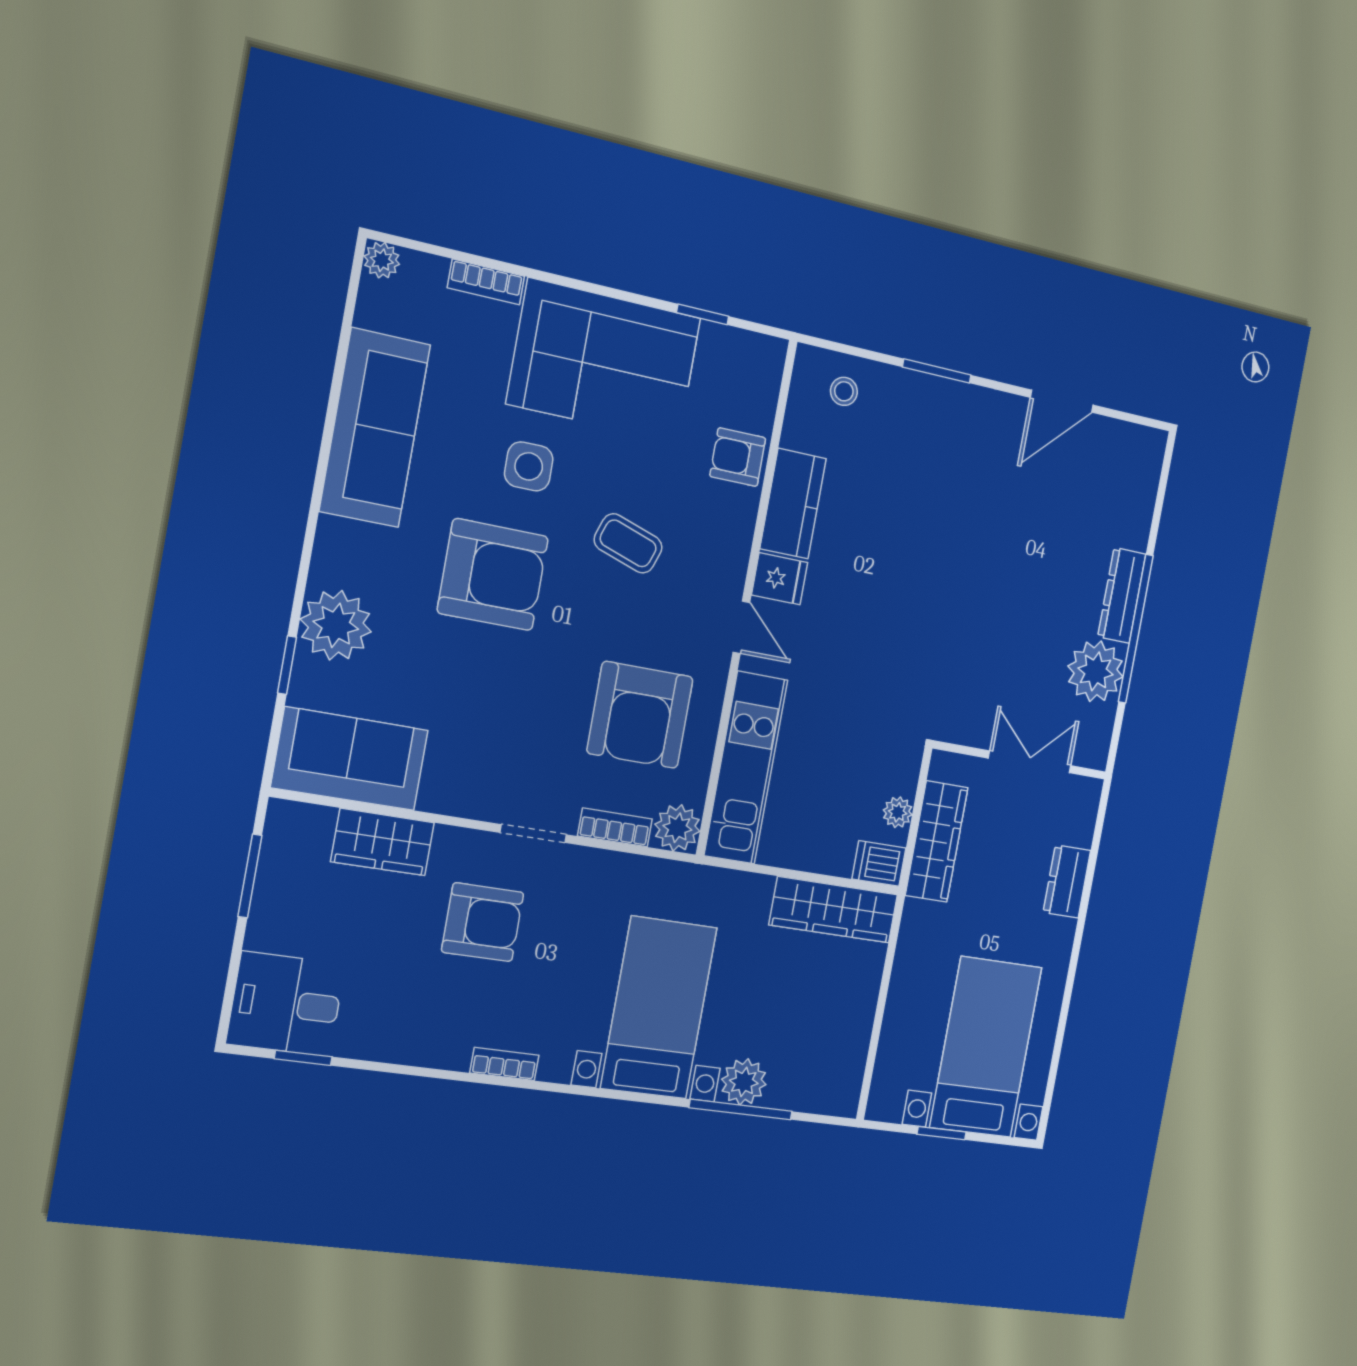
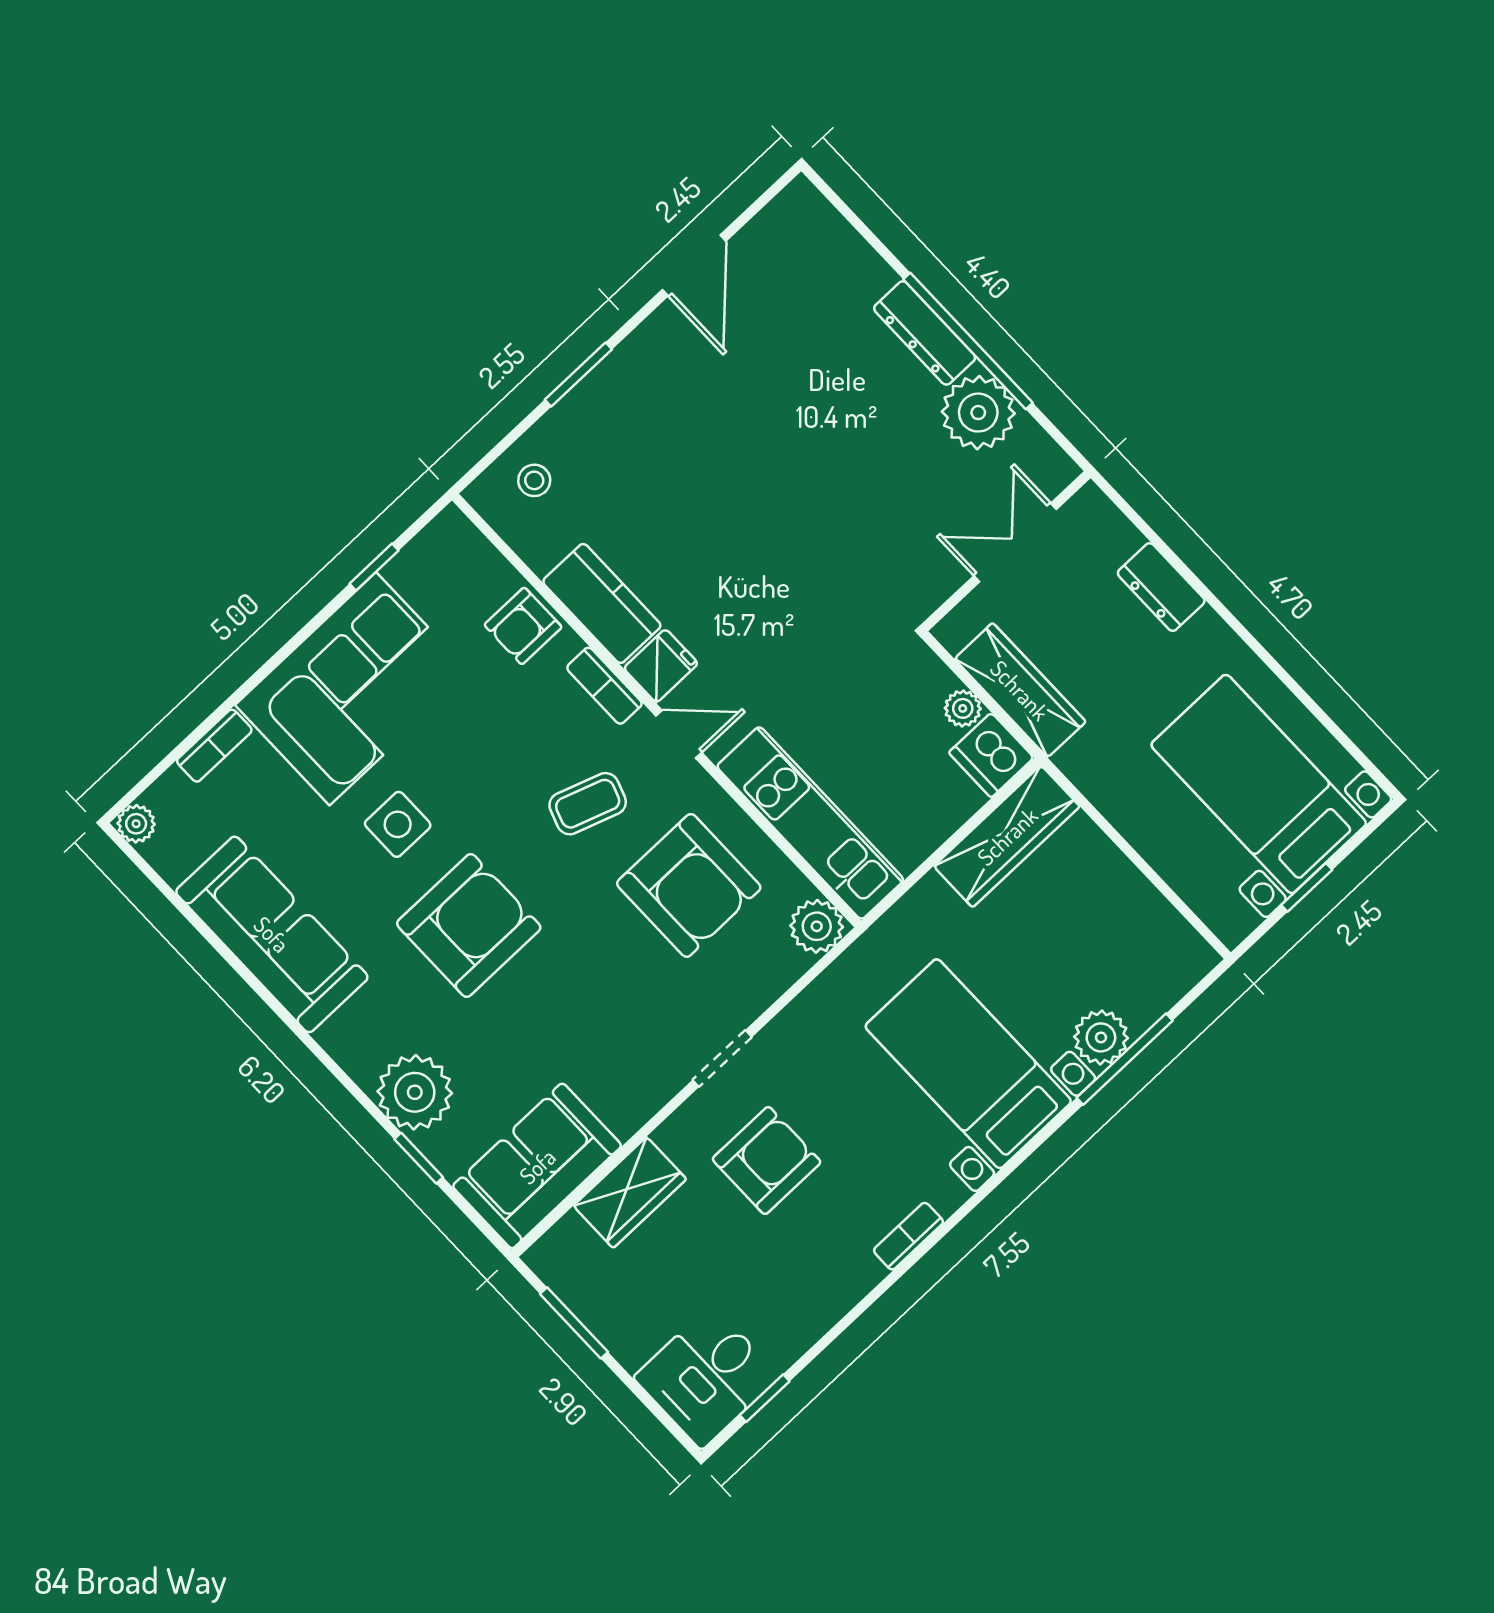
coffee table: (628, 543) -> (588, 804), moved
bookcase: (615, 827) -> (604, 686), moved, turned -90
dishwasher: (879, 863) -> (991, 755), width x1.38

